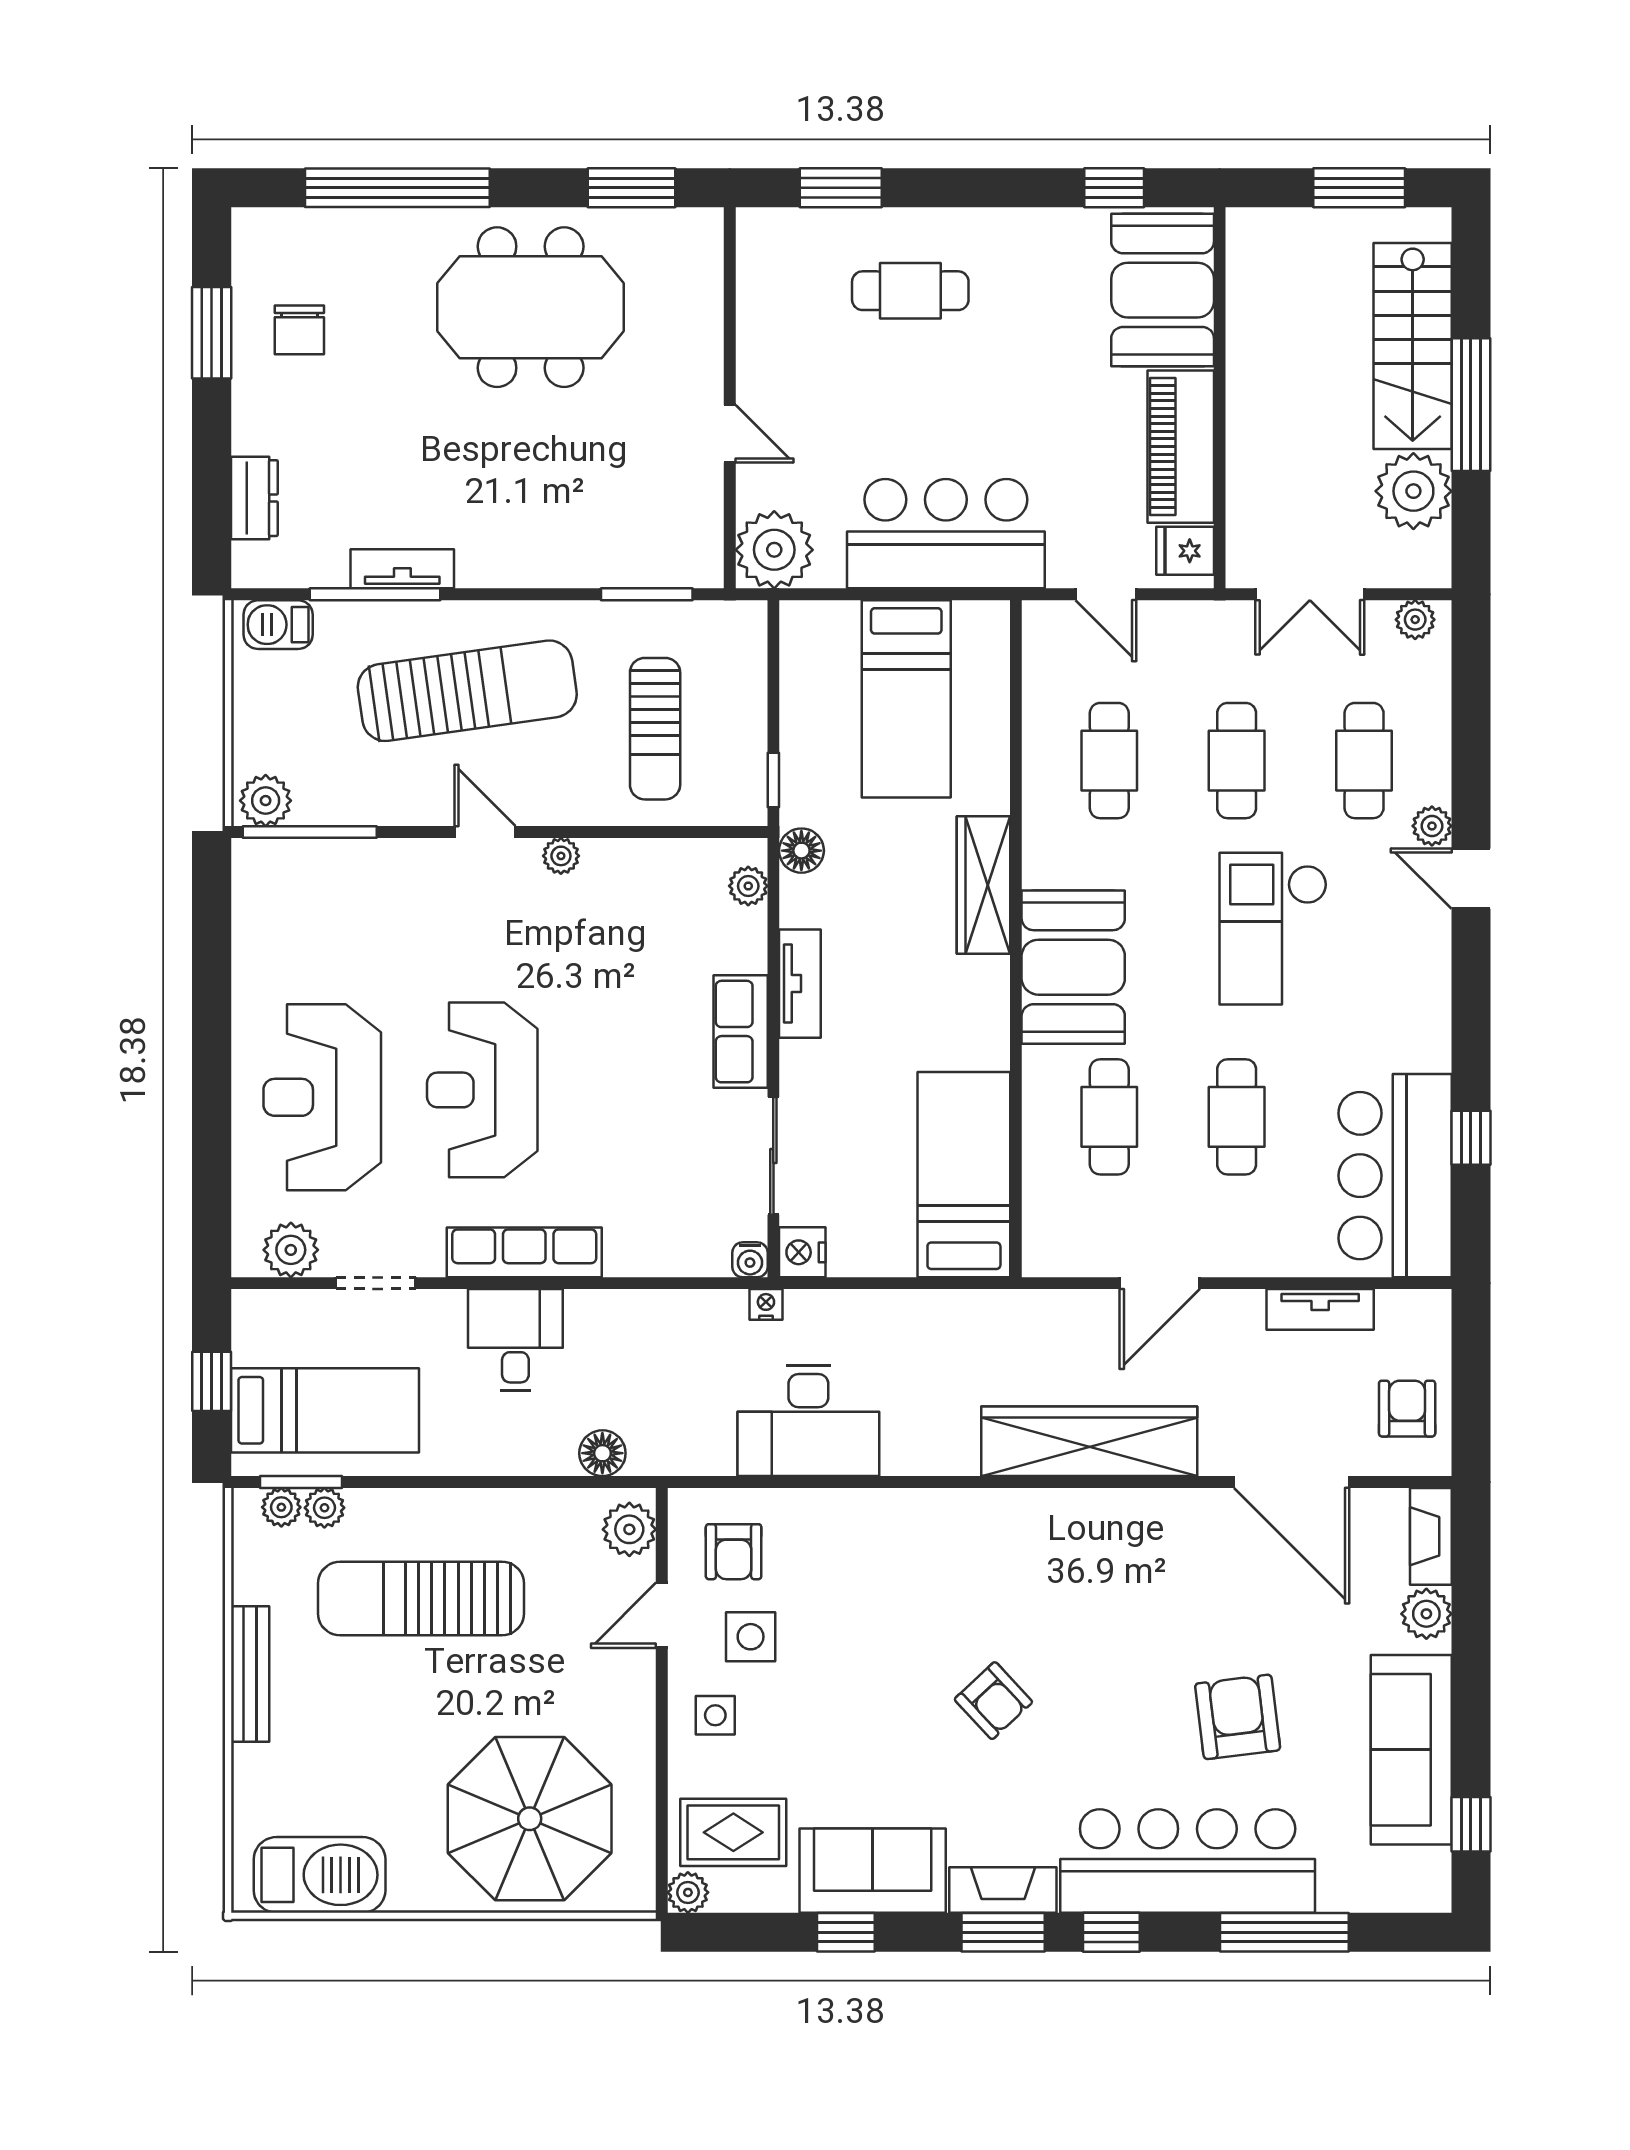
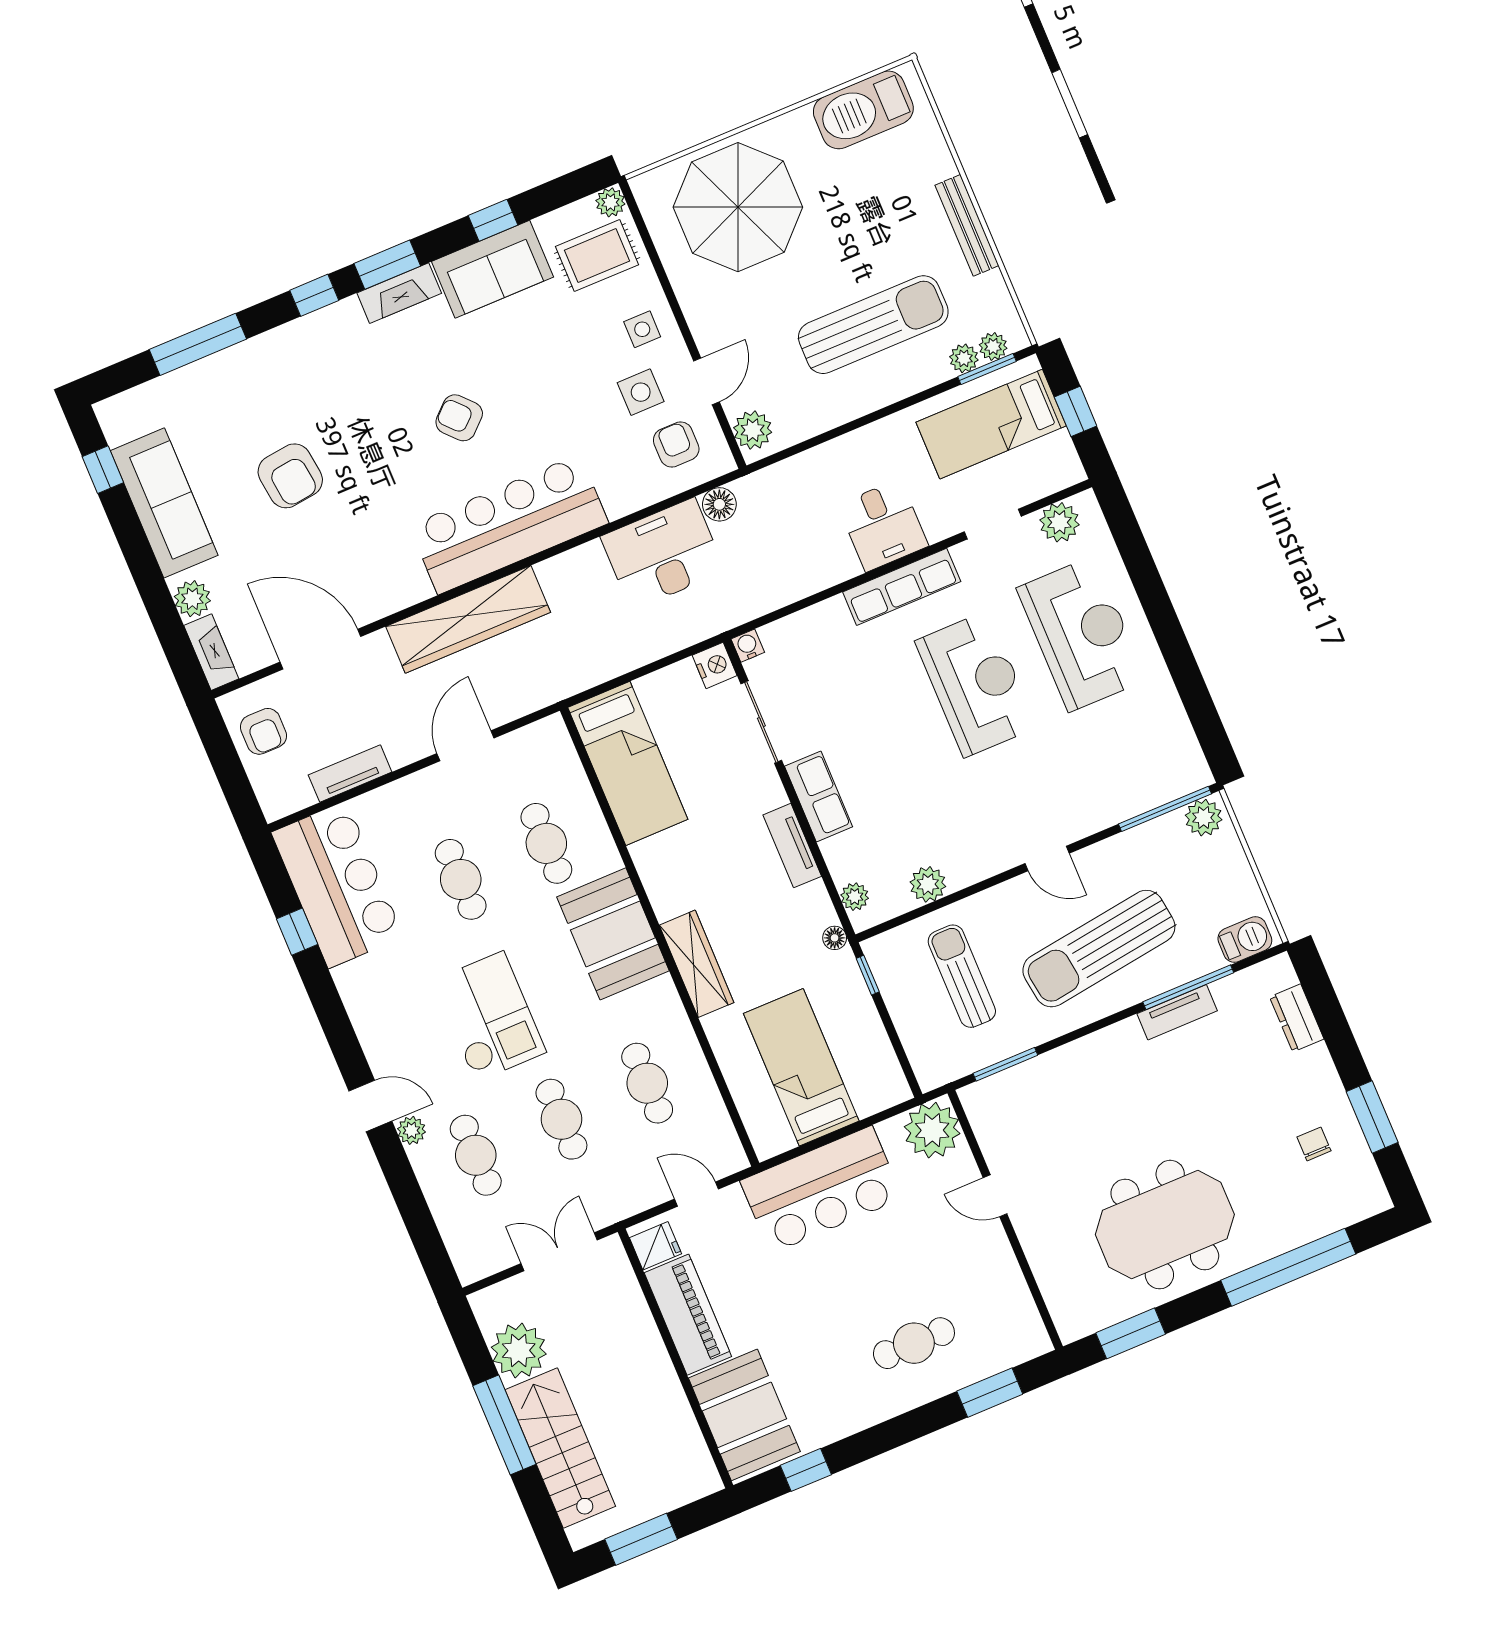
chair: (299, 330) -> (1314, 1144), width x0.73, depth x0.73
plant: (1415, 620) -> (481, 1265), removed
floor lamp: (801, 851) -> (835, 938), width x0.73, depth x0.73
plant: (561, 856) -> (928, 884), moved, width x1.38, depth x1.38
nightstand: (766, 1304) -> (724, 620), removed
floor lamp: (602, 1453) -> (719, 504), moved
bar counter: (1188, 1861) -> (509, 524), moved, turned 180

